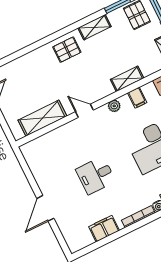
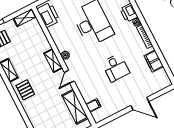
shelving: (127, 79) -> (53, 61), moved
filing cabinet: (137, 98) -> (93, 105), moved

